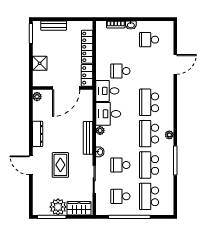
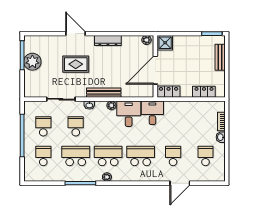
locker: (87, 47) -> (204, 92), width x0.66
shower: (40, 63) -> (165, 43), moved
door: (175, 64) -> (180, 183), hinge flipped
school desk: (120, 71) -> (173, 156), moved
door: (66, 88) -> (155, 70), hinge flipped
door: (31, 165) -> (75, 34), hinge flipped
school desk: (149, 196) -> (43, 156), width x0.54
wardrobe: (79, 208) -> (31, 83), removed

